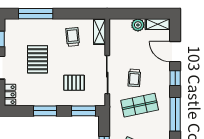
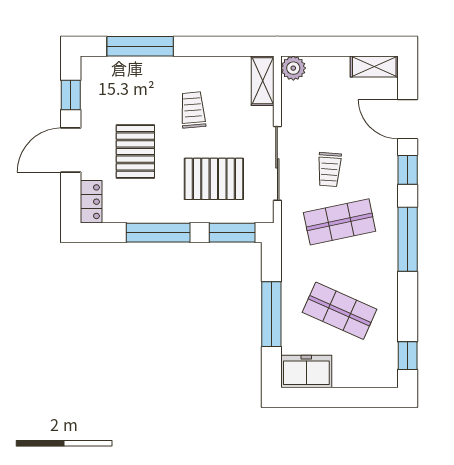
plant: (138, 25) -> (293, 68), moved
trolley: (73, 37) -> (193, 110), moved
pallet: (37, 59) -> (135, 151), moved
pallet: (74, 83) -> (214, 179), width x1.50, depth x1.42
window: (45, 111) -> (158, 233), width x1.44

